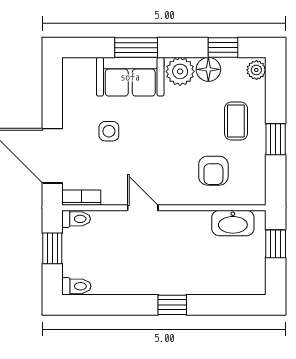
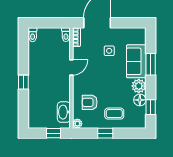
plant: (256, 70) -> (77, 124), moved
window: (52, 248) -> (51, 23), removed

